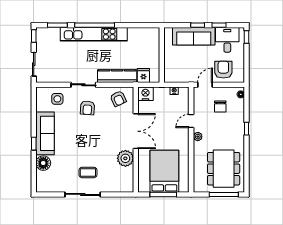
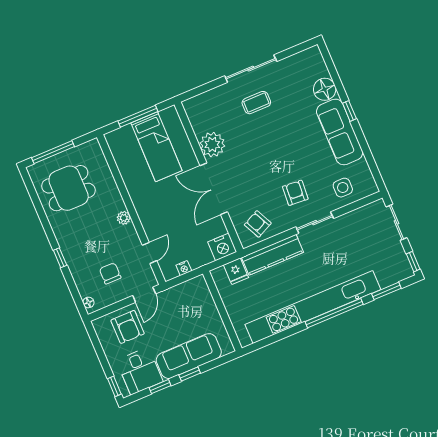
kitchen unit: (94, 34) -> (313, 307), width x1.36
door: (191, 121) -> (149, 253), moved
dining table: (224, 169) -> (69, 188), width x0.73
bed: (164, 171) -> (157, 147), width x0.67

